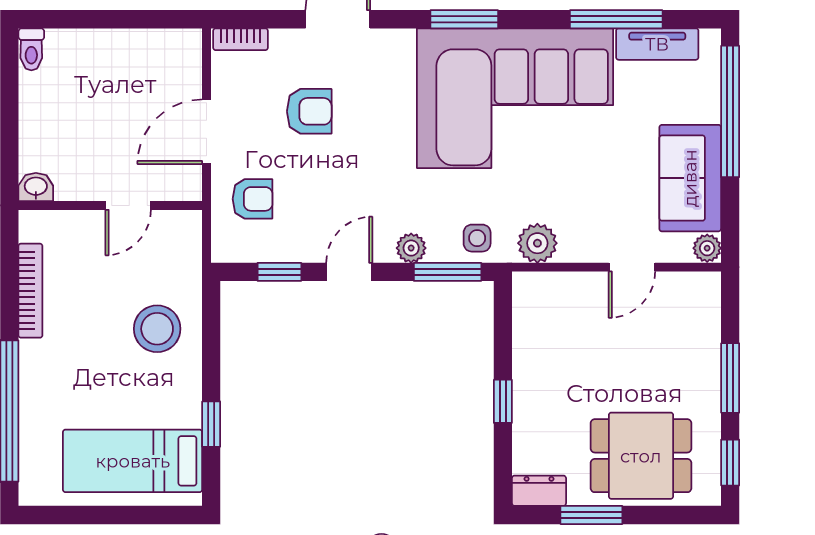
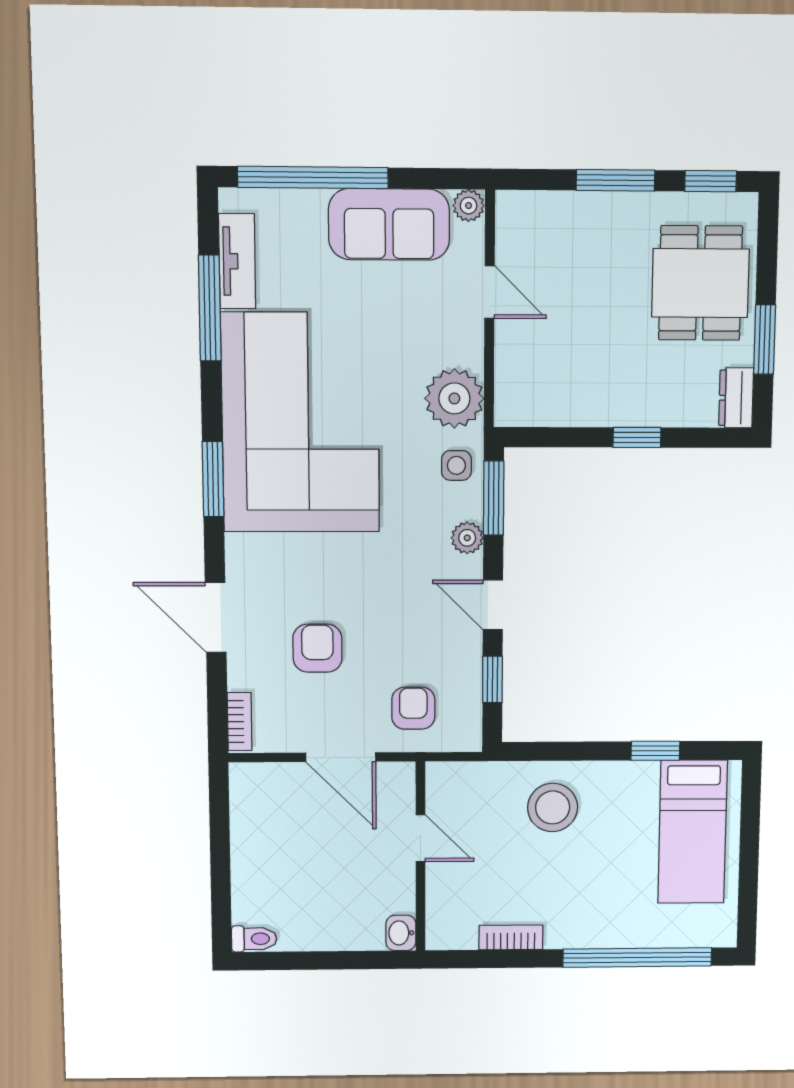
plant: (537, 243) -> (454, 398), width x1.36, depth x1.36
bookcase: (30, 291) -> (511, 937), width x0.64

